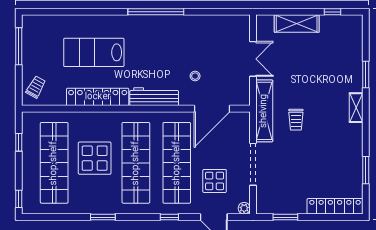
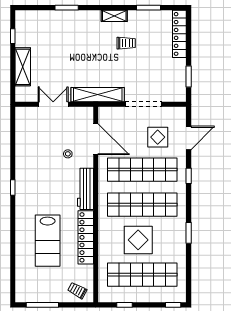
window: (156, 12) -> (13, 187), width x0.32
shelving: (356, 108) -> (114, 16), moved
trolley: (296, 120) -> (126, 43), moved
plant: (244, 208) -> (181, 112), removed

